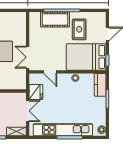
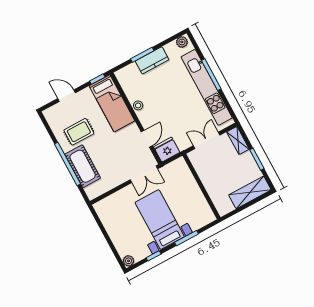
bed: (86, 57) -> (112, 103), width x0.67
kitchen counter: (100, 85) -> (152, 60), moved
fridge: (36, 92) -> (167, 150), moved

